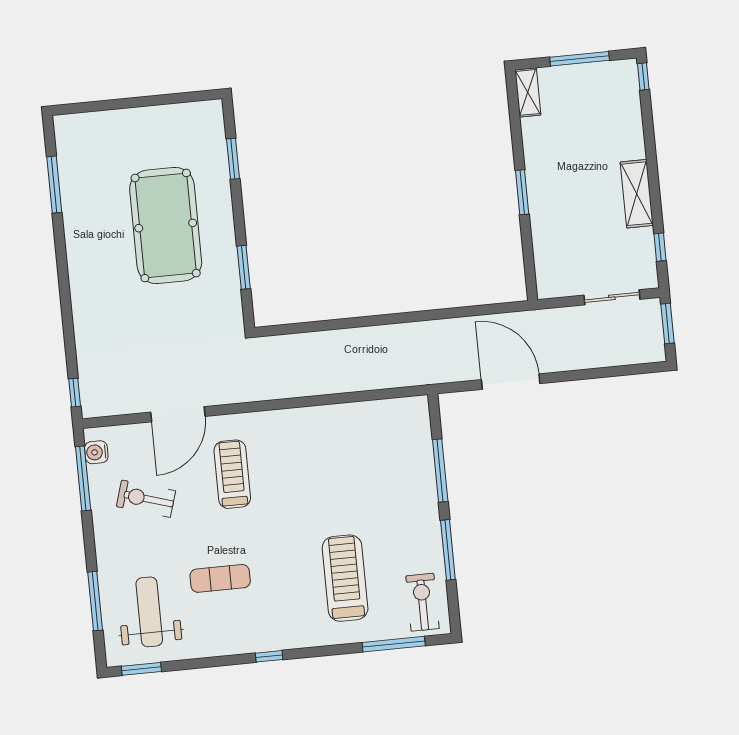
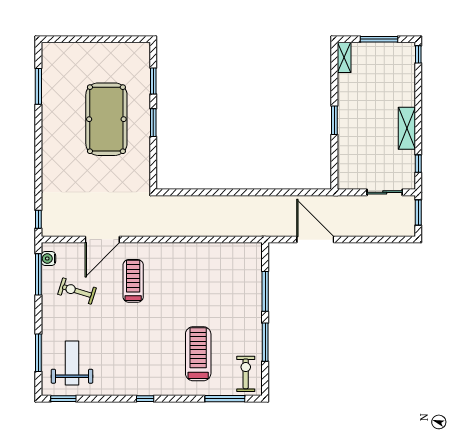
window: (244, 267) -> (153, 123), moved
exercise mat: (220, 578) -> (119, 346), removed

